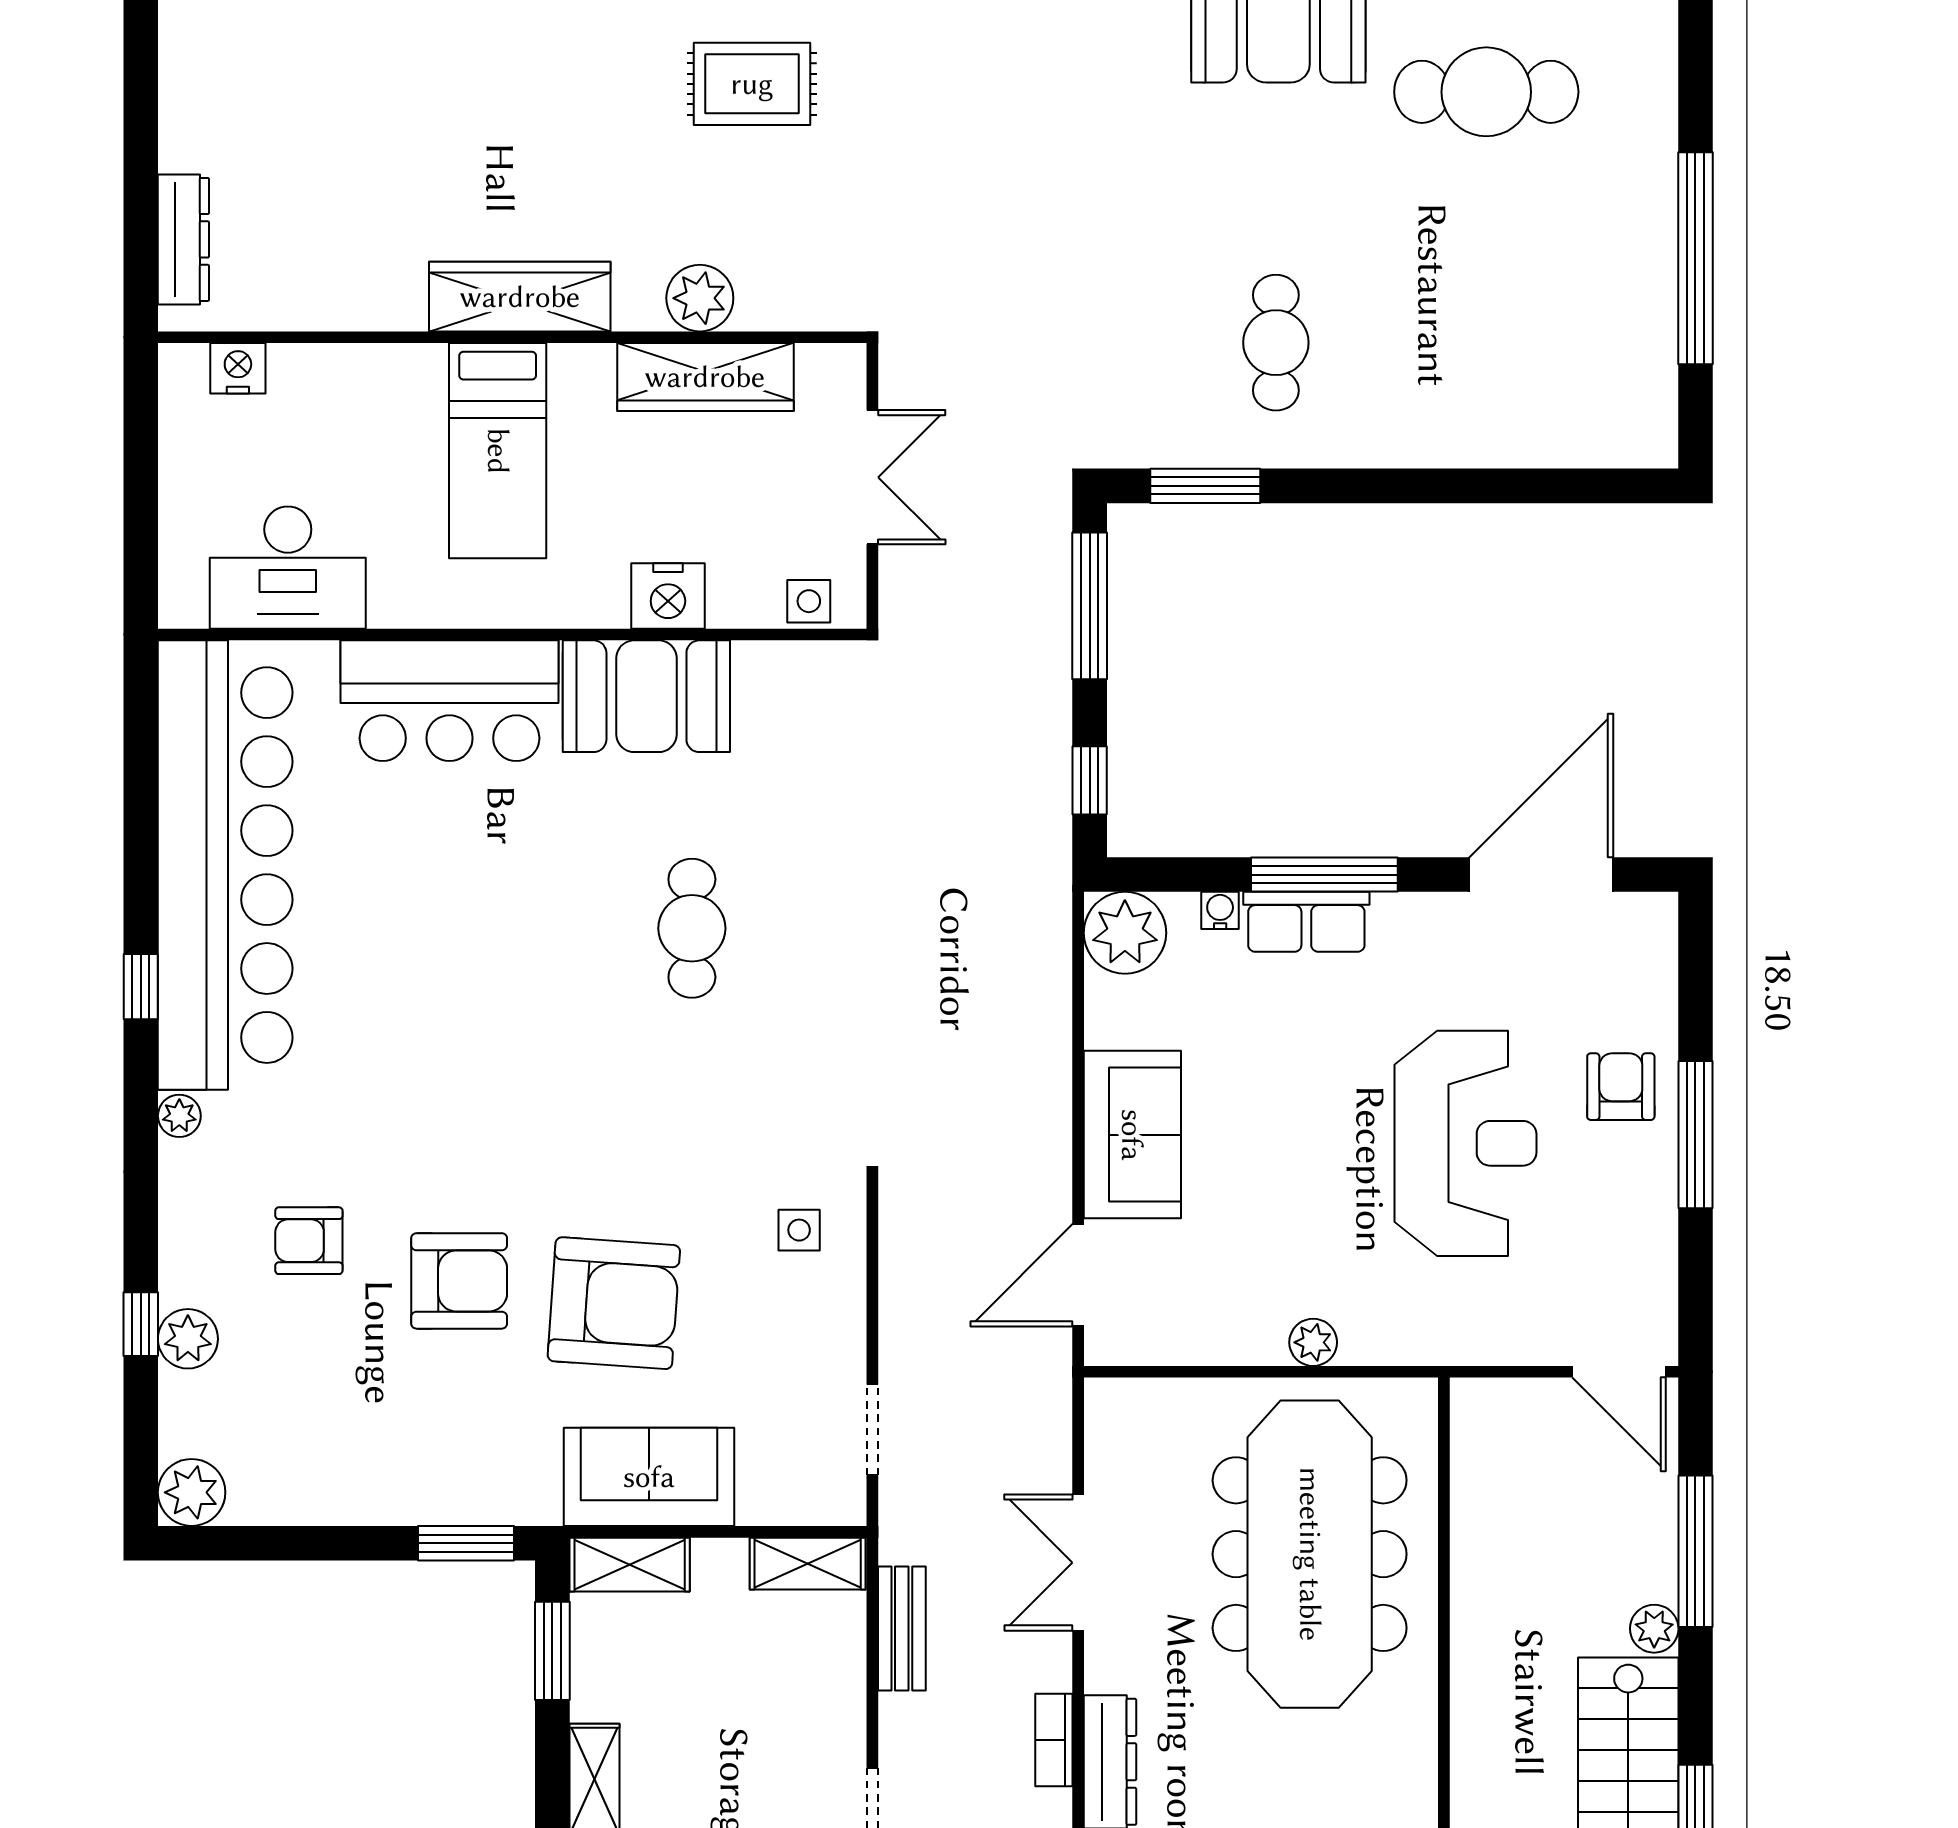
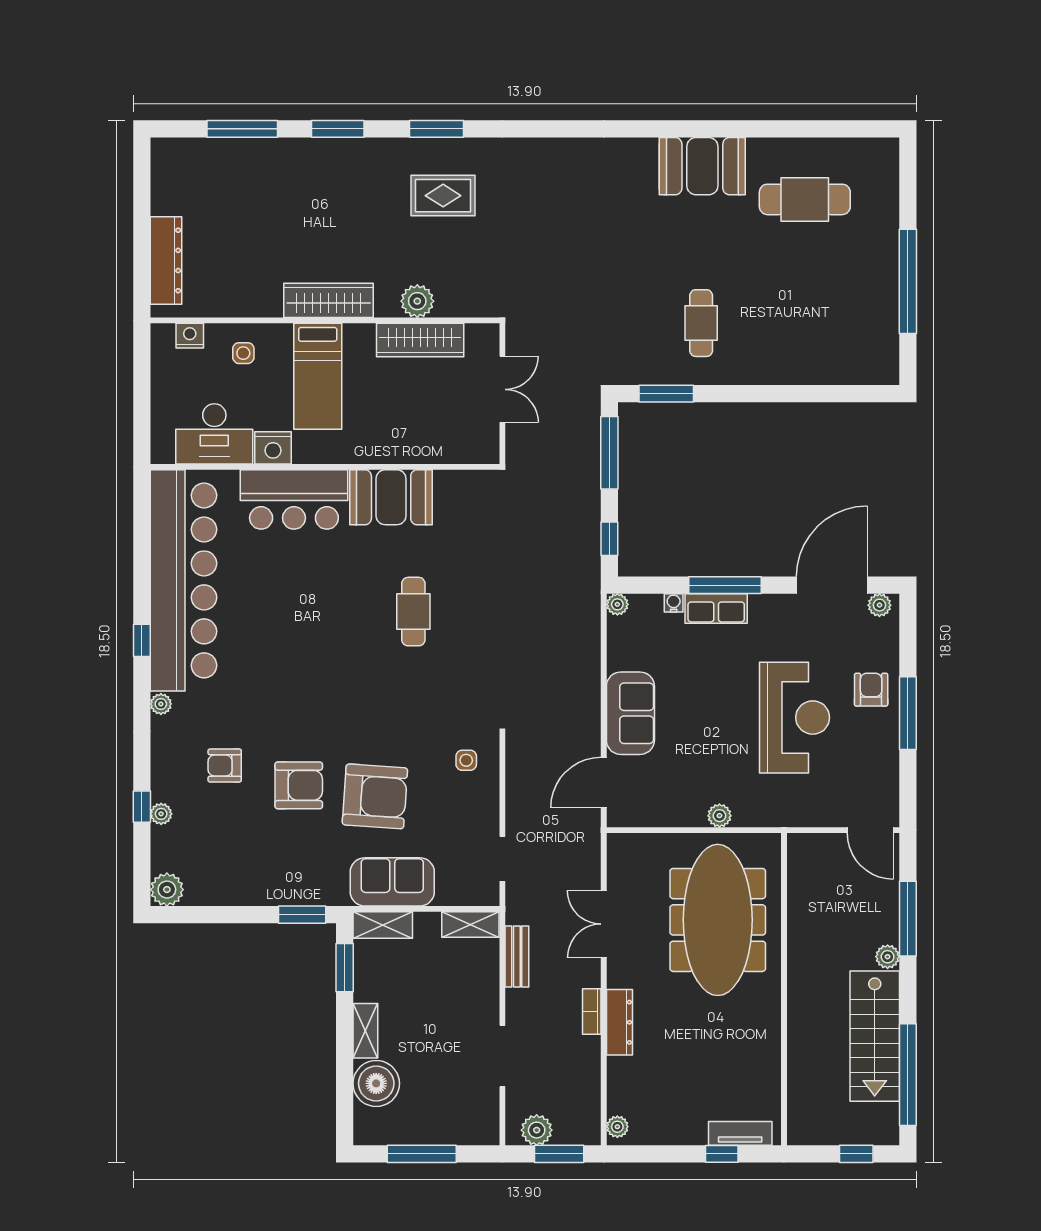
dresser: (183, 239) -> (166, 260), width x1.37, depth x1.24
nightstand: (668, 596) -> (273, 448), moved
side table: (809, 601) -> (243, 353), moved
plant: (1638, 915) -> (879, 605), added
plant: (1125, 933) -> (617, 604), width x0.53, depth x0.53
plant: (188, 1339) -> (161, 814), width x0.73, depth x0.73

